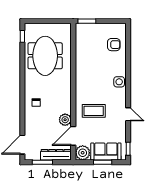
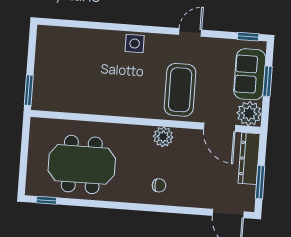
armchair: (114, 45) -> (71, 48), removed
coffee table: (94, 111) -> (180, 90), width x1.36, depth x1.32
plant: (65, 120) -> (163, 137), moved

